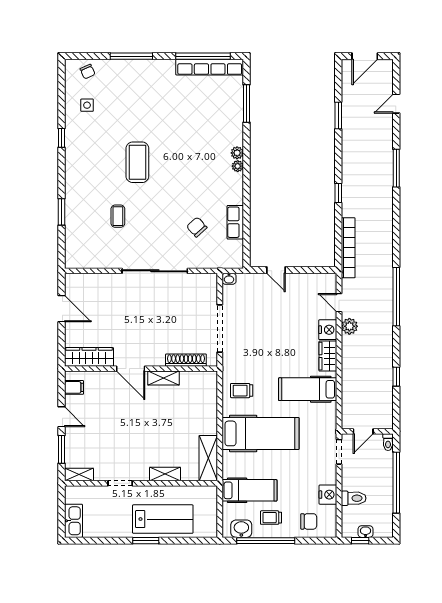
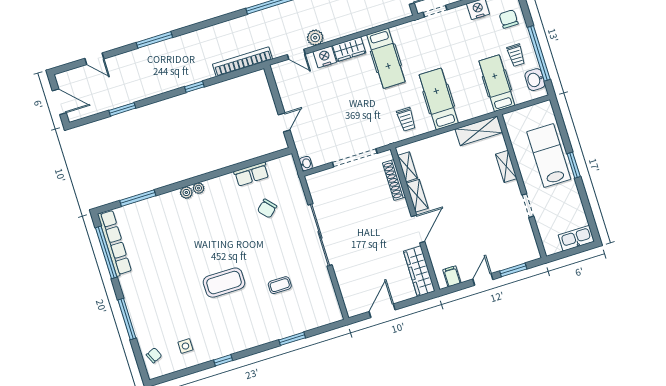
door: (339, 303) -> (296, 54), hinge flipped
hospital bed: (260, 433) -> (439, 99), width x0.73, depth x0.78
shelving: (79, 475) -> (408, 167), moved

